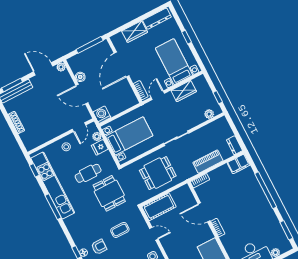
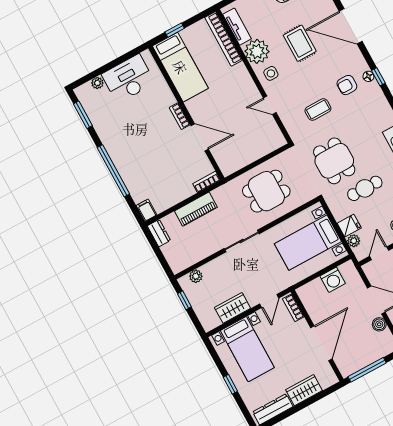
washing machine: (102, 115) -> (333, 280), moved
filing cabinet: (239, 164) -> (146, 210), width x0.50
cot: (159, 207) -> (263, 144), removed

